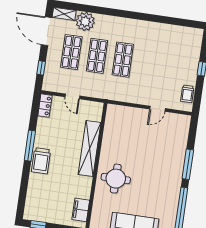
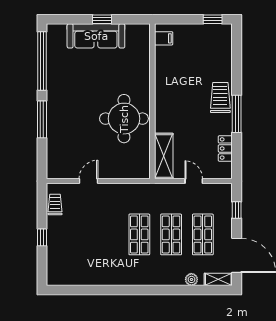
plant: (85, 21) -> (191, 279), width x0.53, depth x0.53
locker: (45, 106) -> (225, 148), moved
shelving: (90, 149) -> (164, 156), moved, width x0.68
round table: (116, 179) -> (124, 119), moved, width x1.36, depth x1.36
filing cabinet: (81, 210) -> (164, 38), width x0.50

